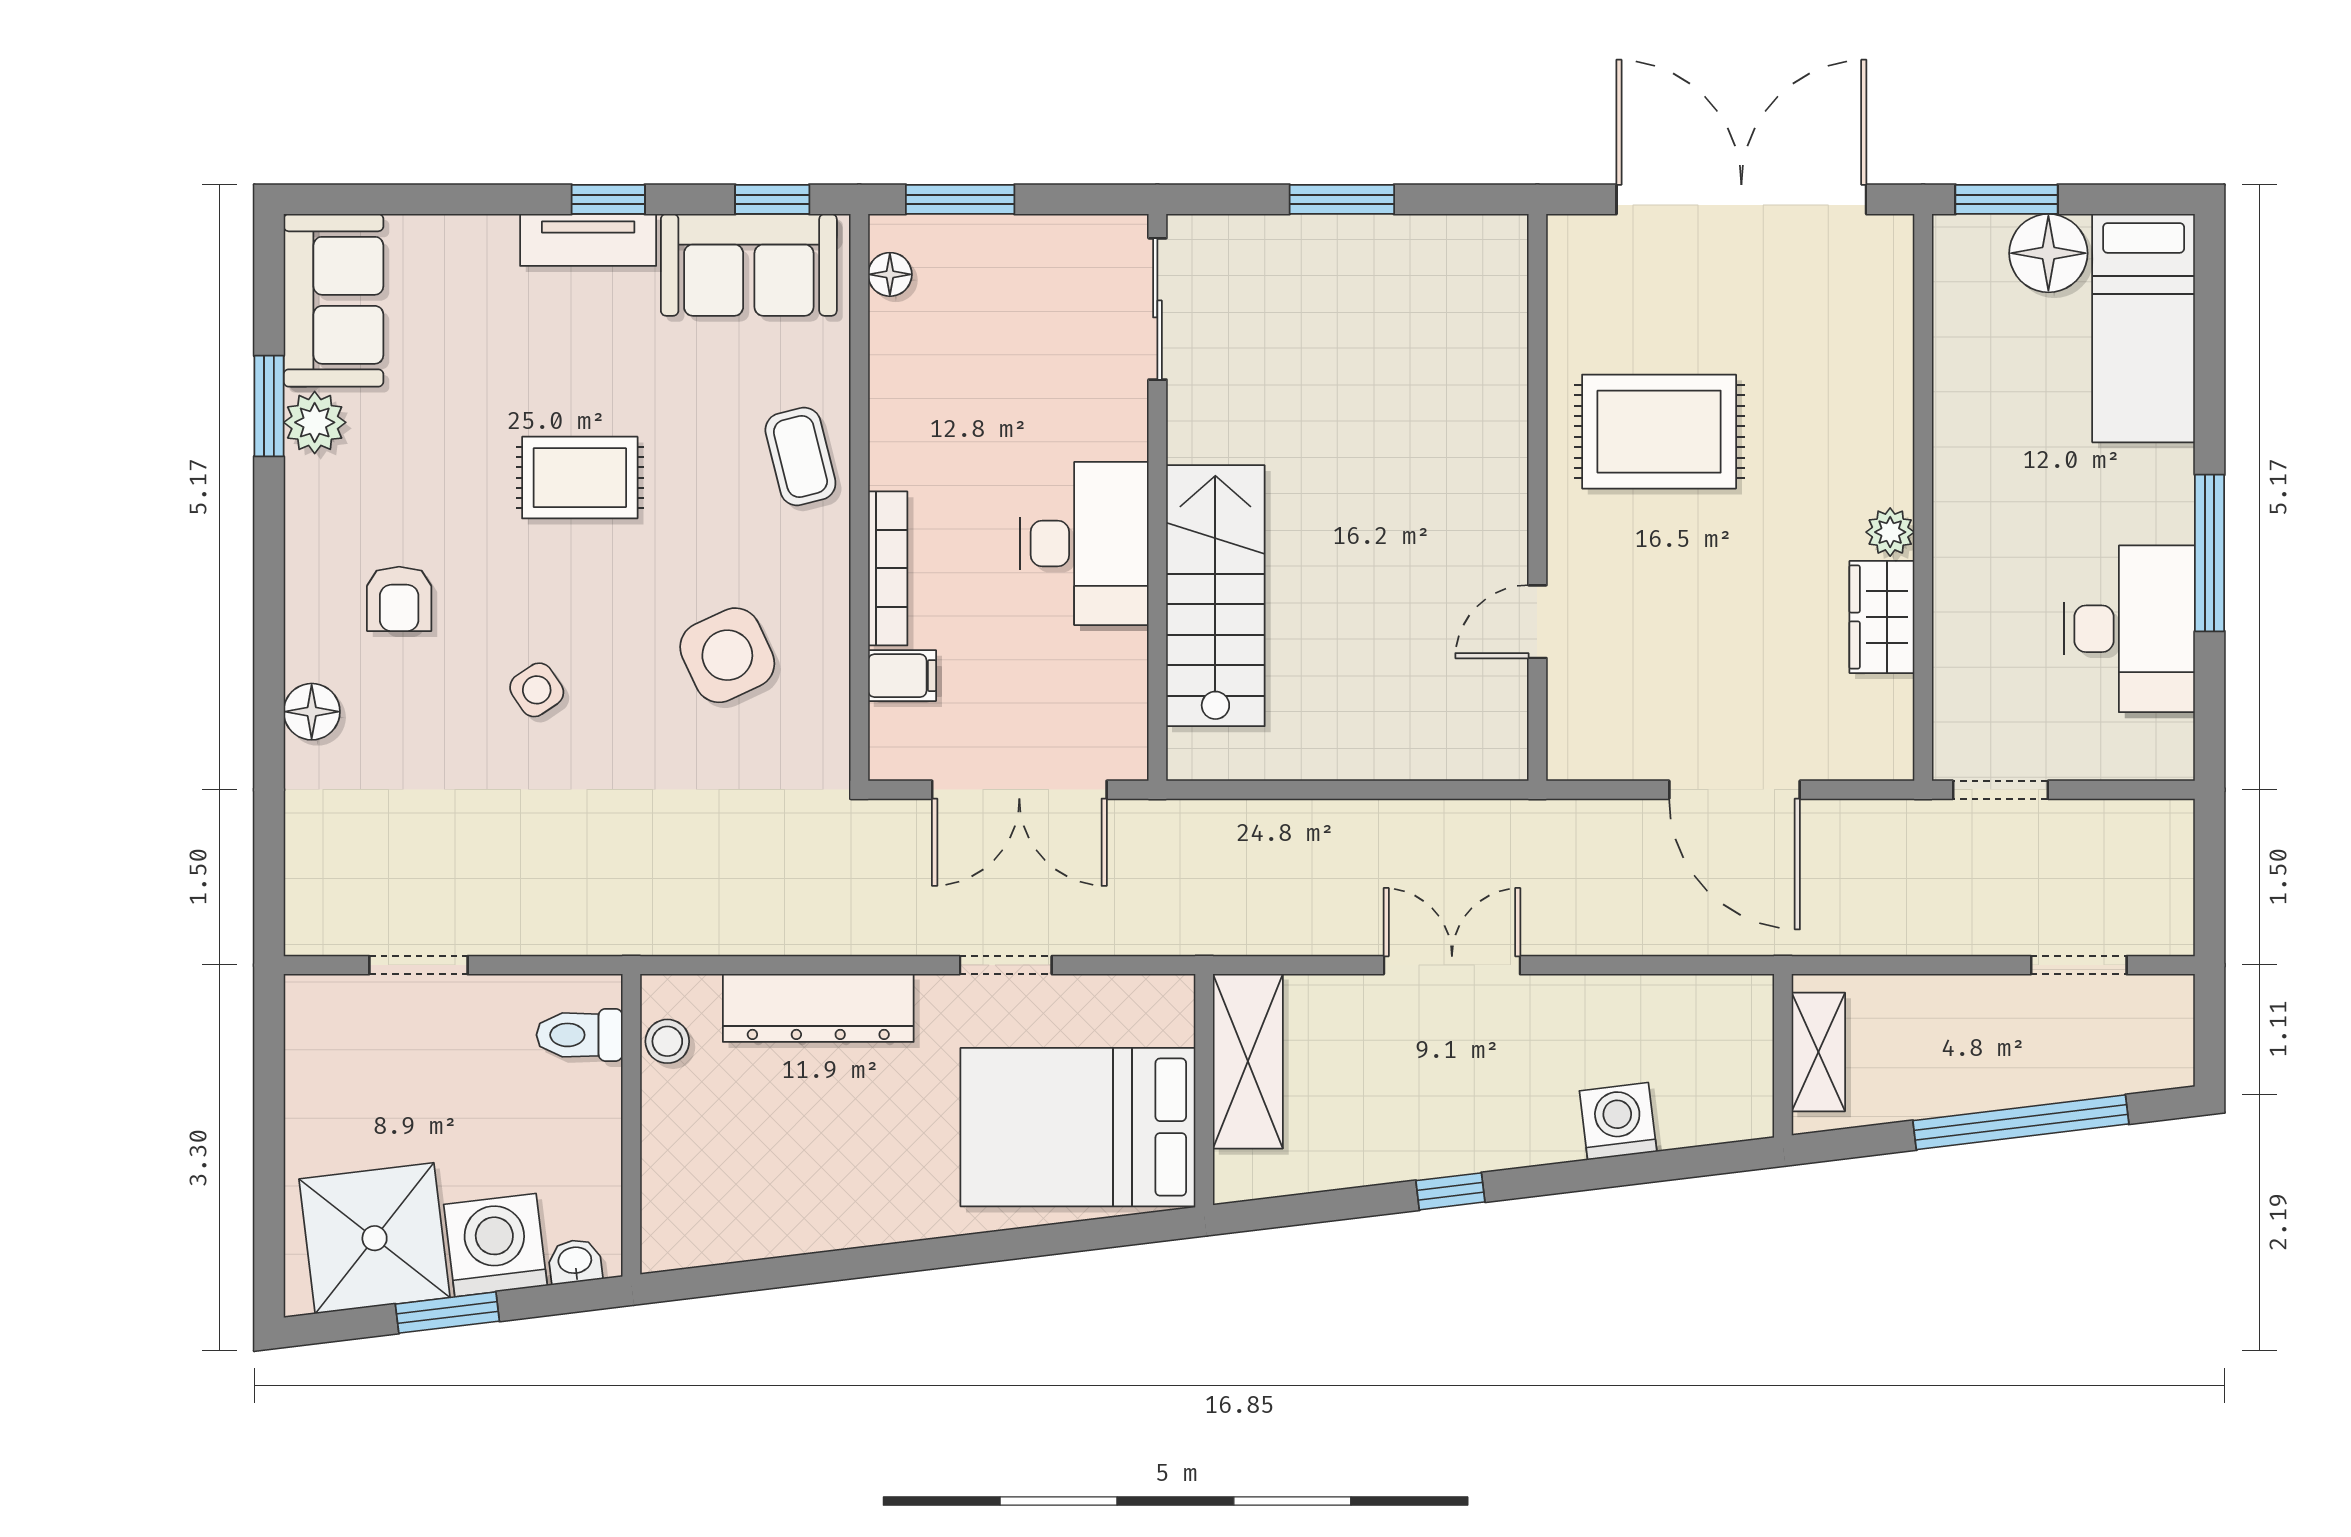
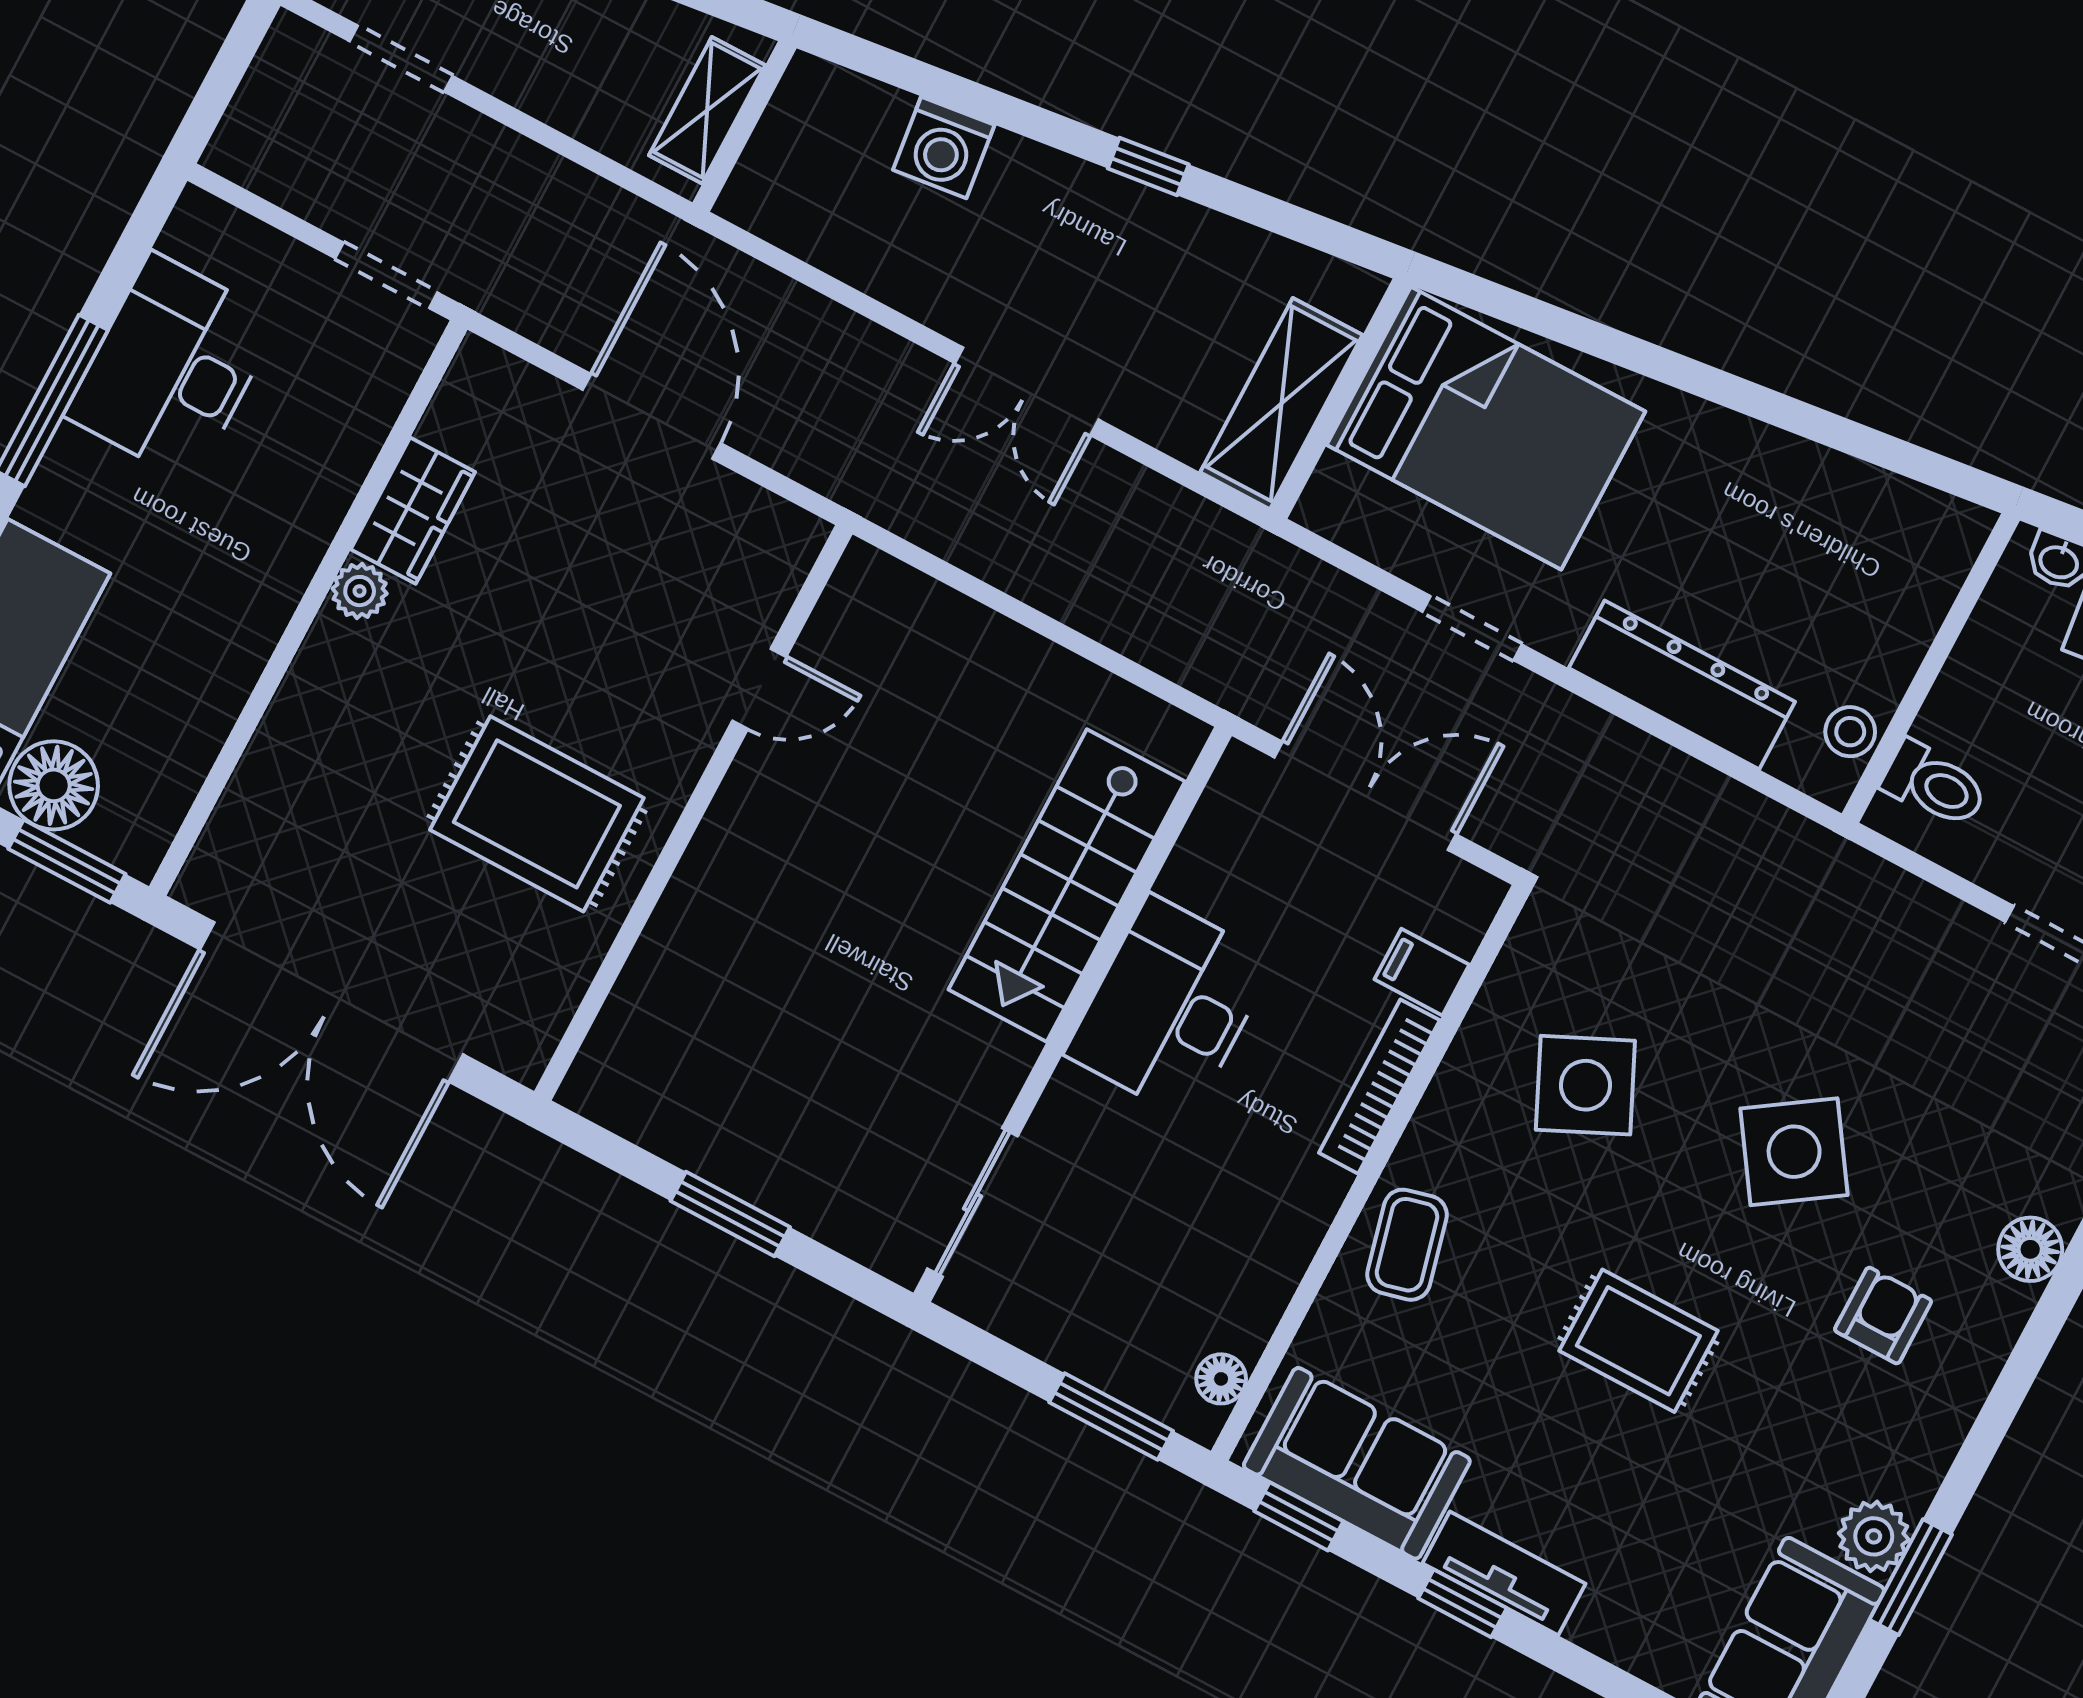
side table: (537, 690) -> (1794, 1152), width x1.87, depth x1.87

